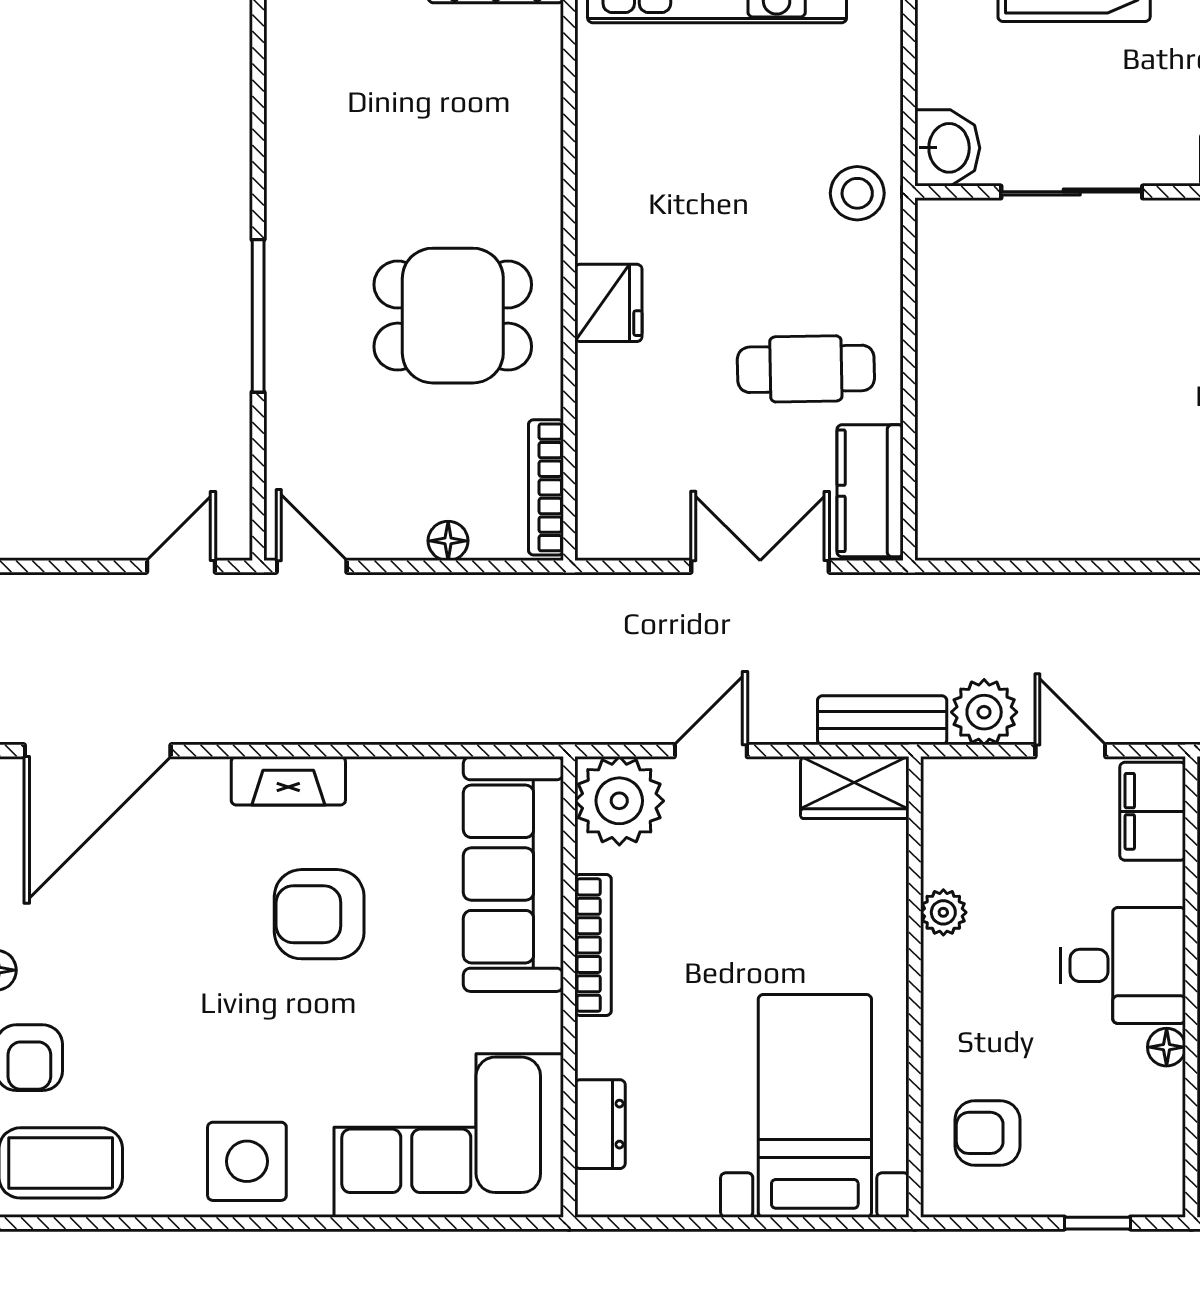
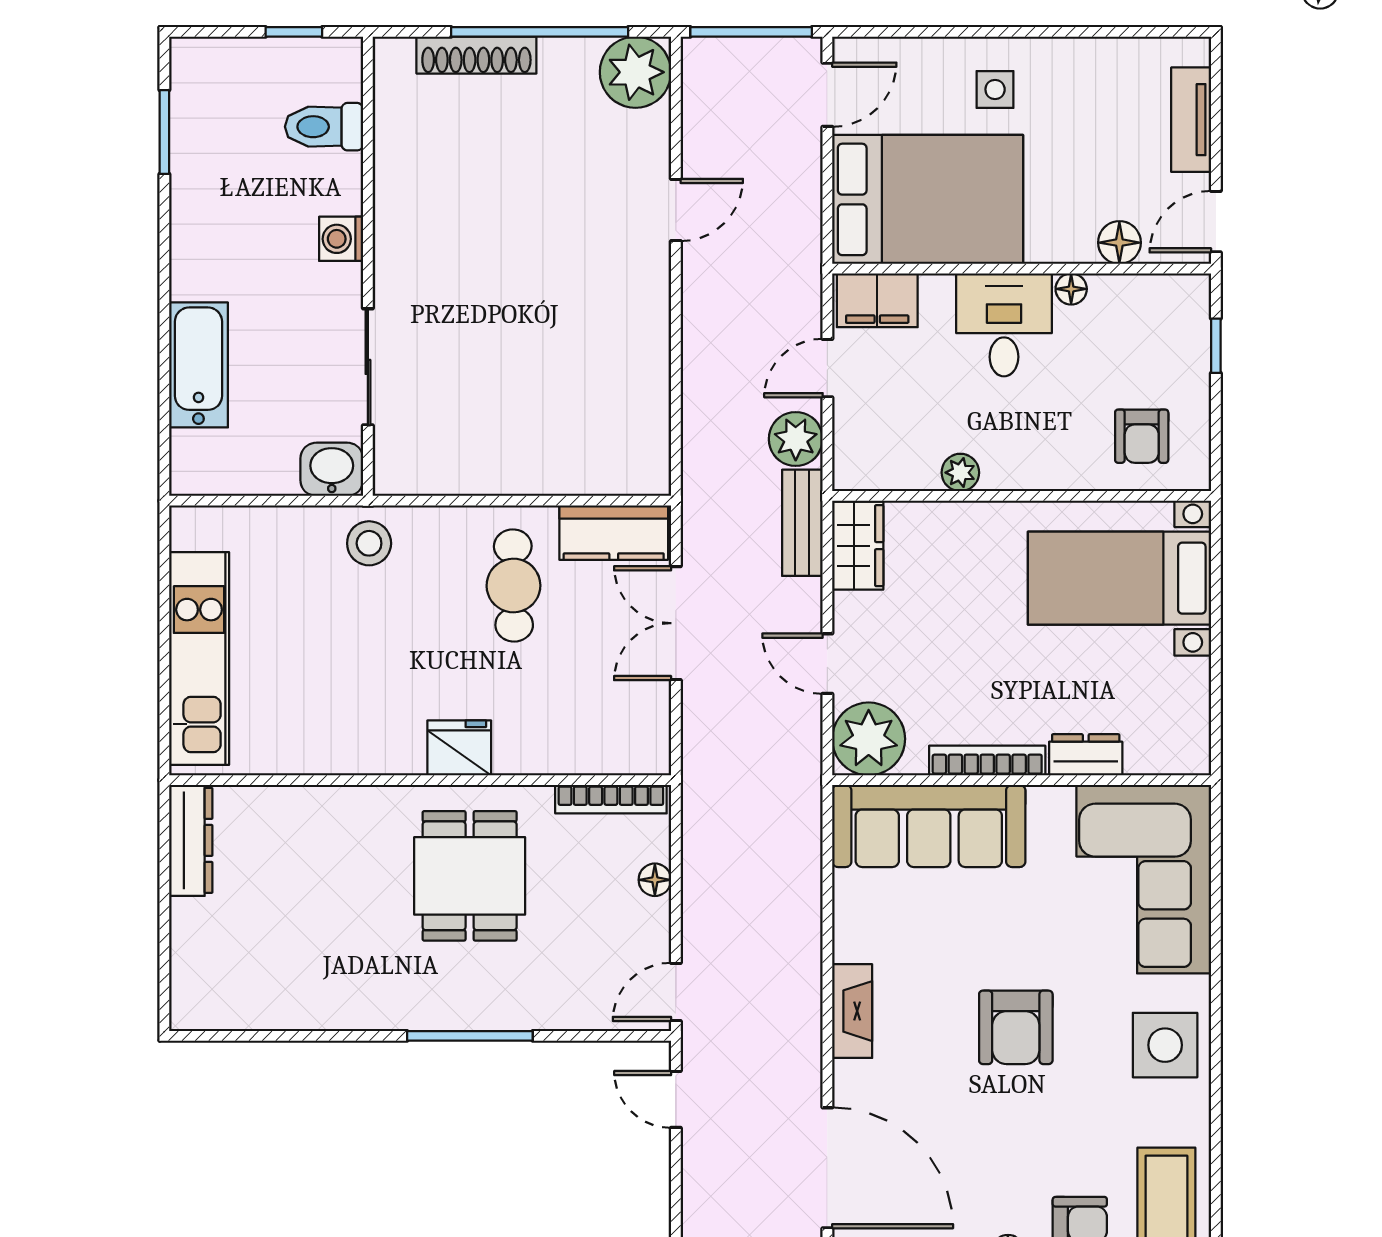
armchair: (319, 914) -> (1016, 1027), moved
dresser: (600, 1124) -> (1086, 755), moved

